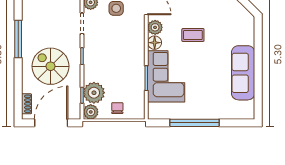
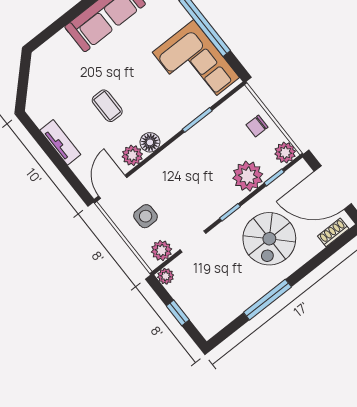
corner sofa: (166, 76) -> (196, 65), moved, turned -90
plant: (94, 93) -> (248, 176), moved

